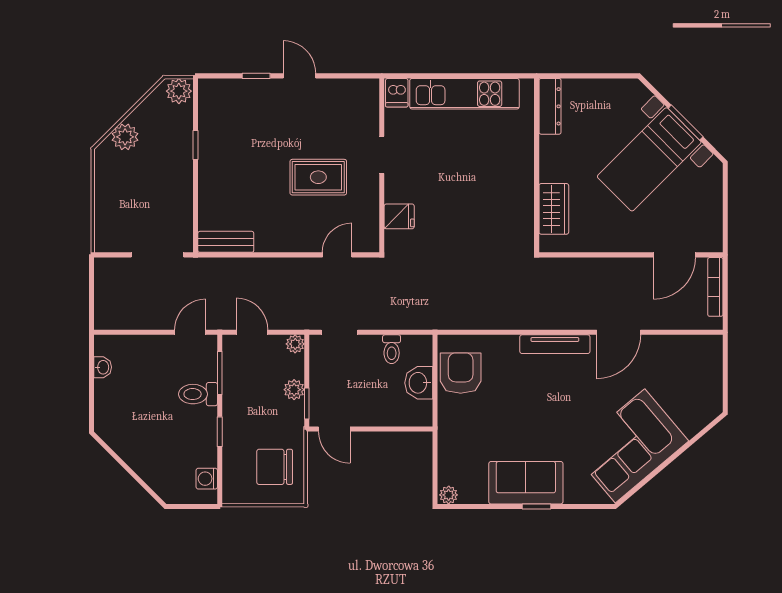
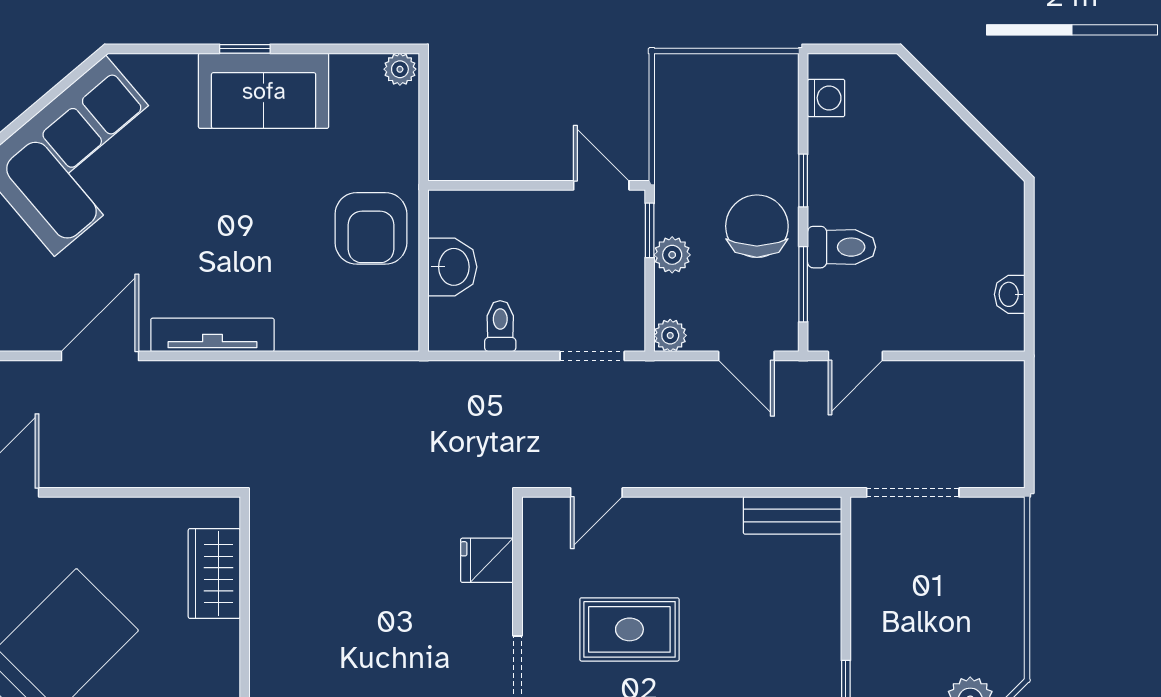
armchair: (461, 373) -> (371, 228), moved
chair: (275, 467) -> (757, 226), moved, turned -90

